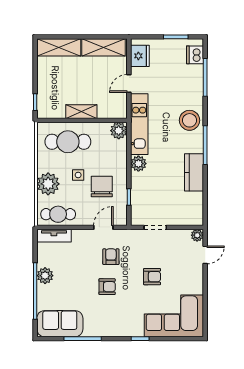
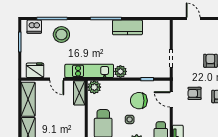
shelving: (81, 112) -> (79, 93), moved
stool: (189, 120) -> (61, 35), moved
plant: (197, 235) -> (177, 25), removed

